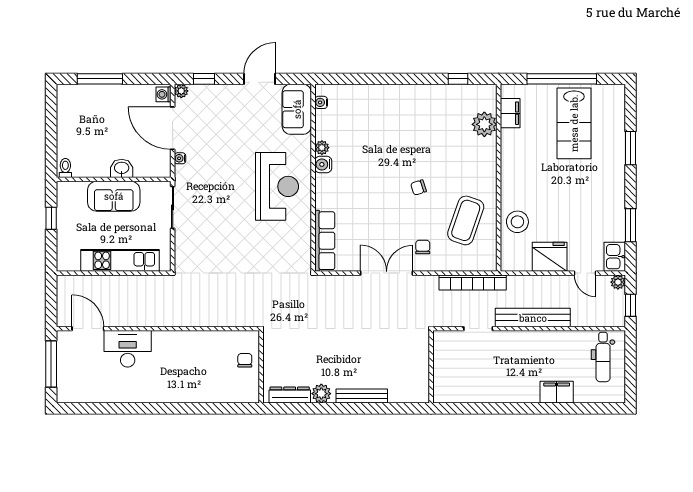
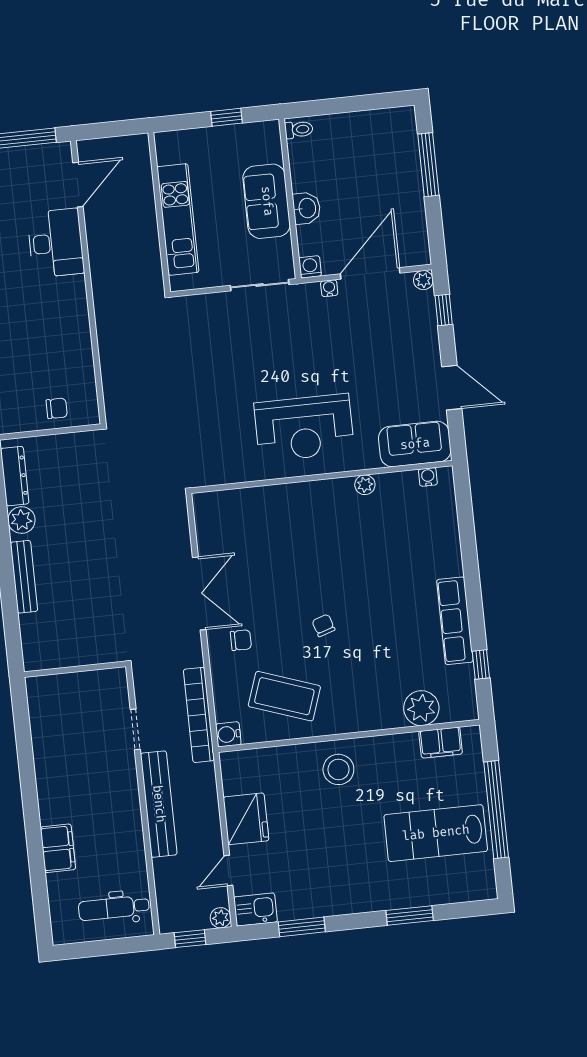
washing machine: (163, 94) -> (310, 267), moved
water cooler: (323, 164) -> (228, 734), moved, turned -90
stool: (517, 222) -> (338, 769), moved
row of seats: (325, 241) -> (455, 621), moved, turned 90

